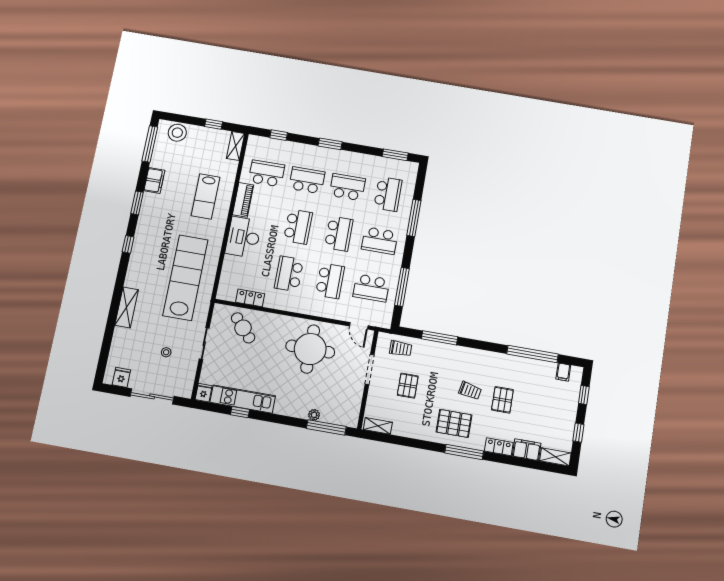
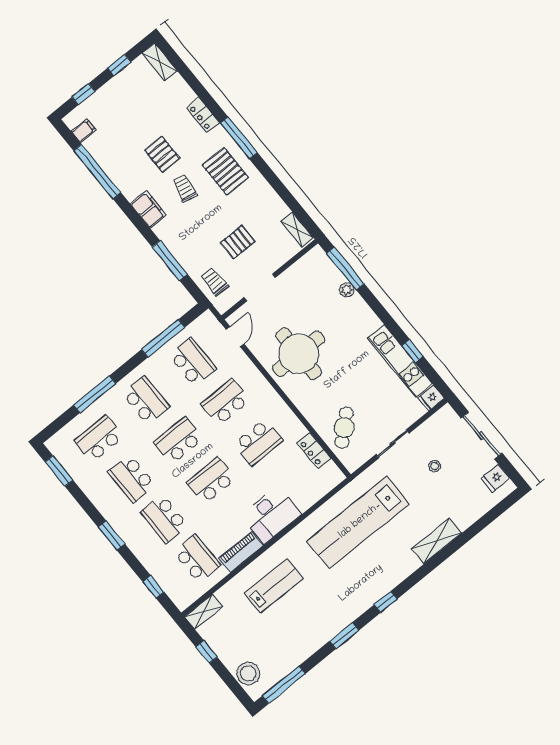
school desk: (266, 173) -> (197, 559), turned 180
filing cabinet: (154, 180) -> (309, 644), removed
pallet: (502, 400) -> (162, 154), turned 90
filing cabinet: (527, 450) -> (148, 210), moved, turned 180

